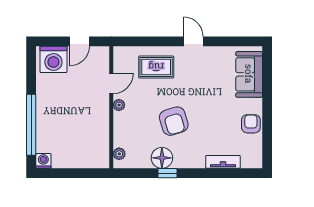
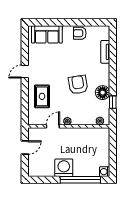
door: (79, 41) -> (25, 148), hinge flipped
washing machine: (53, 59) -> (64, 168), moved, turned -90
door: (111, 83) -> (53, 126), hinge flipped
armchair: (174, 121) -> (78, 85), turned -82
window: (167, 173) -> (113, 102), moved

